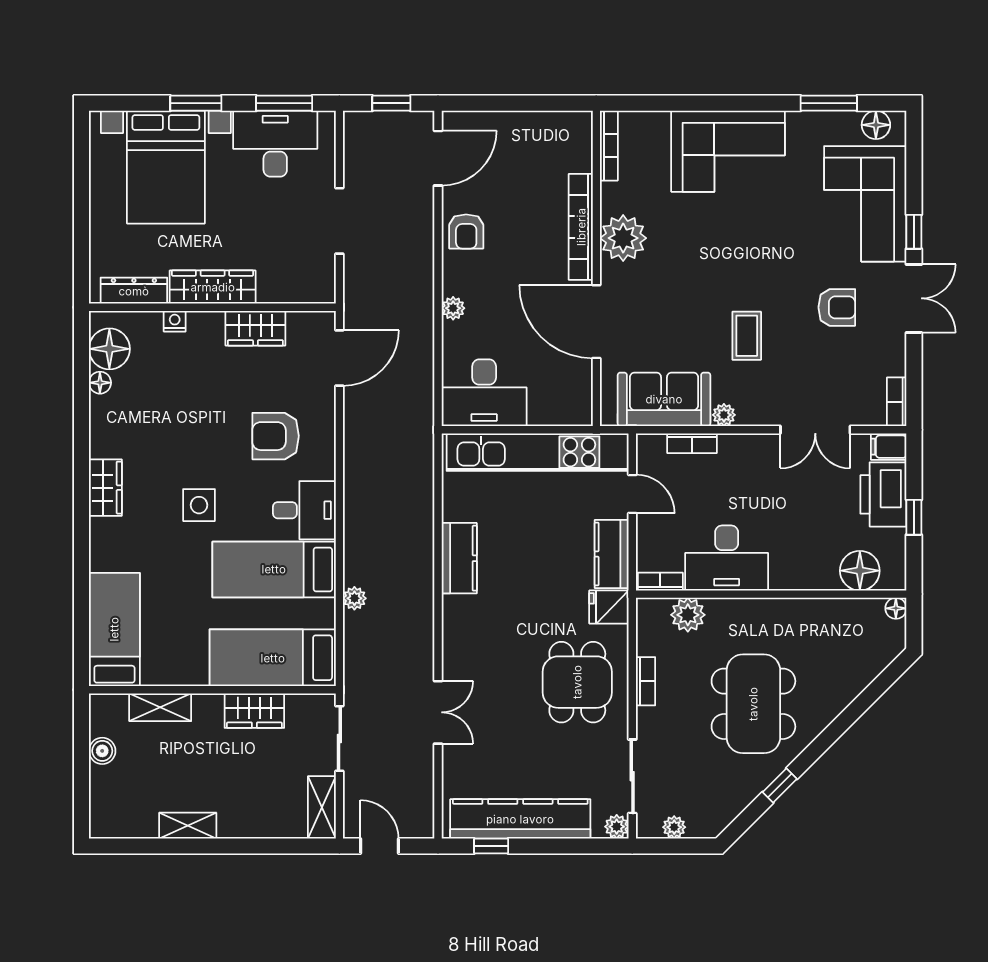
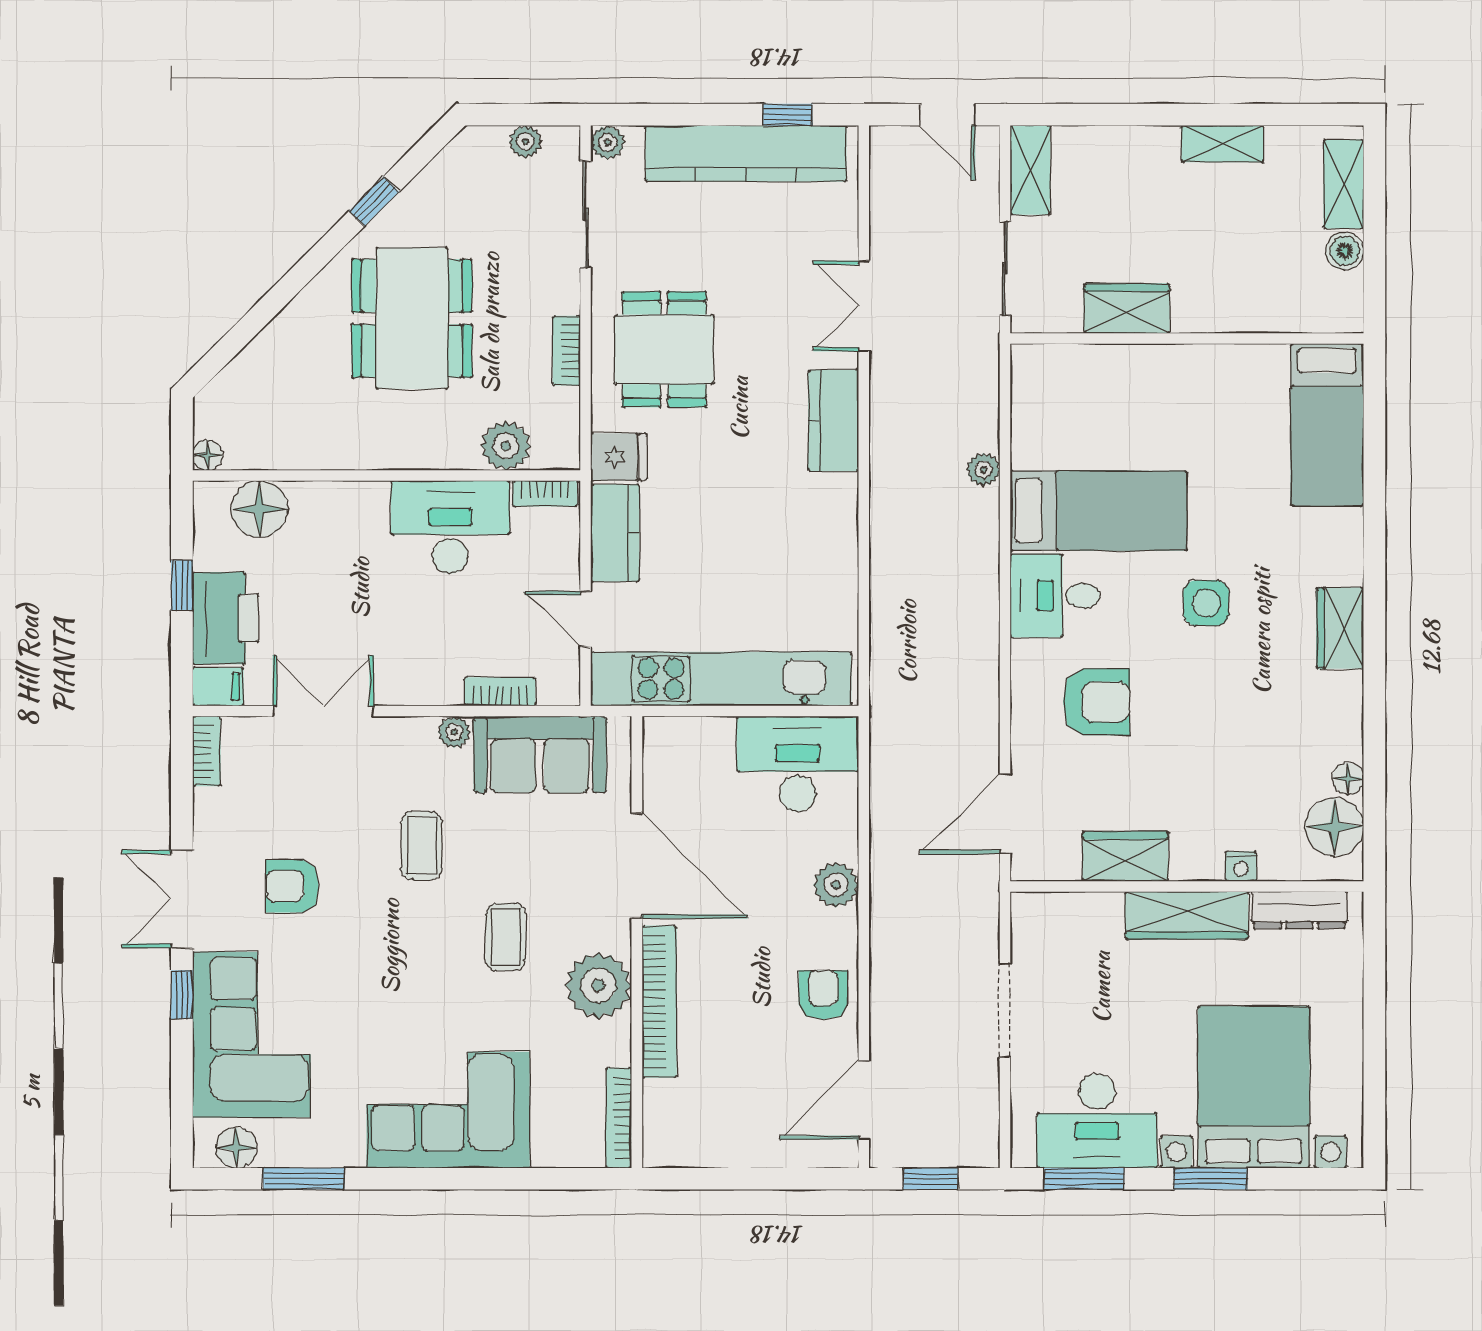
coffee table: (688, 272) -> (506, 937), added
plant: (453, 308) -> (836, 885), width x1.38, depth x1.38
kitchen counter: (459, 558) -> (833, 420), moved
bed: (273, 658) -> (1101, 384), removed
shelving: (160, 707) -> (1344, 184), moved, turned 90

